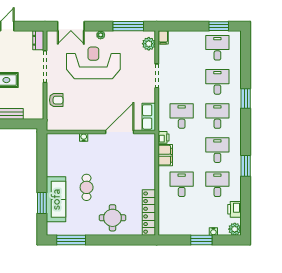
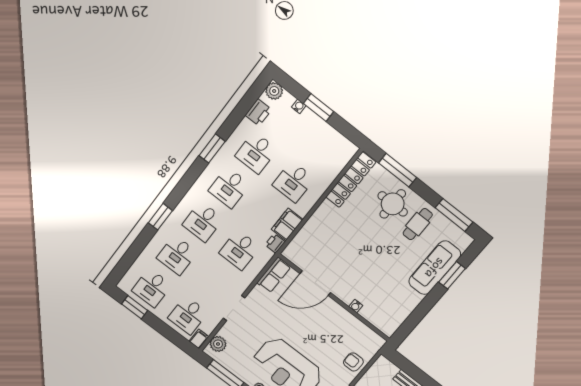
desk: (182, 48) -> (188, 315), added
cafe table: (87, 187) -> (418, 224), moved
window: (126, 240) -> (398, 170), added

